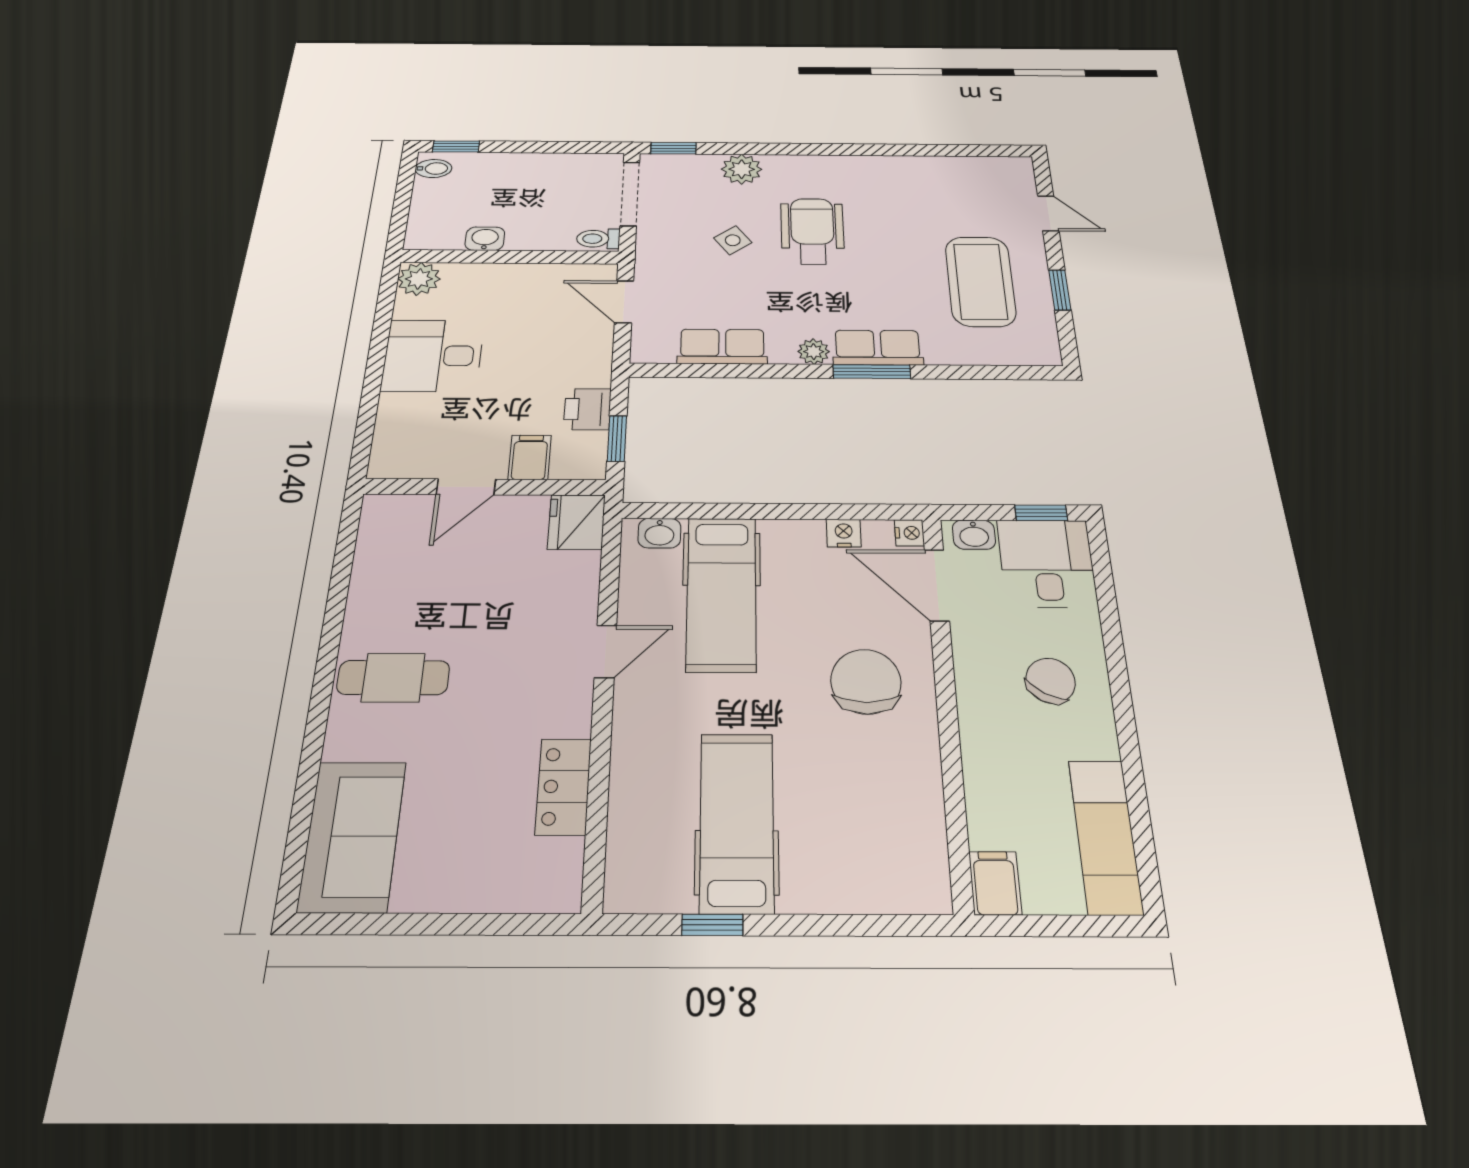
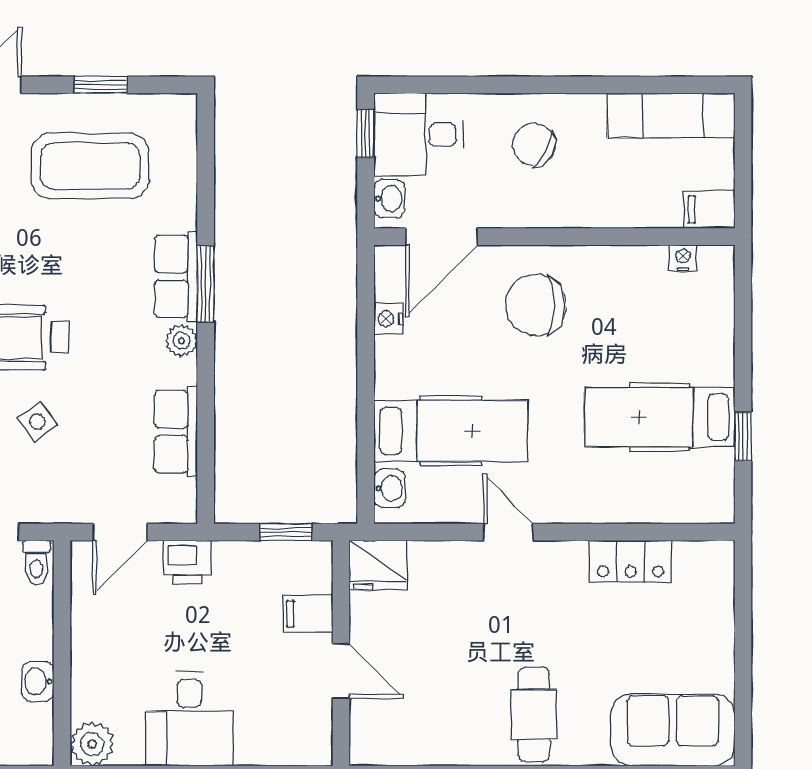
printer: (587, 409) -> (187, 562), moved
nightstand: (909, 533) -> (683, 258), moved

